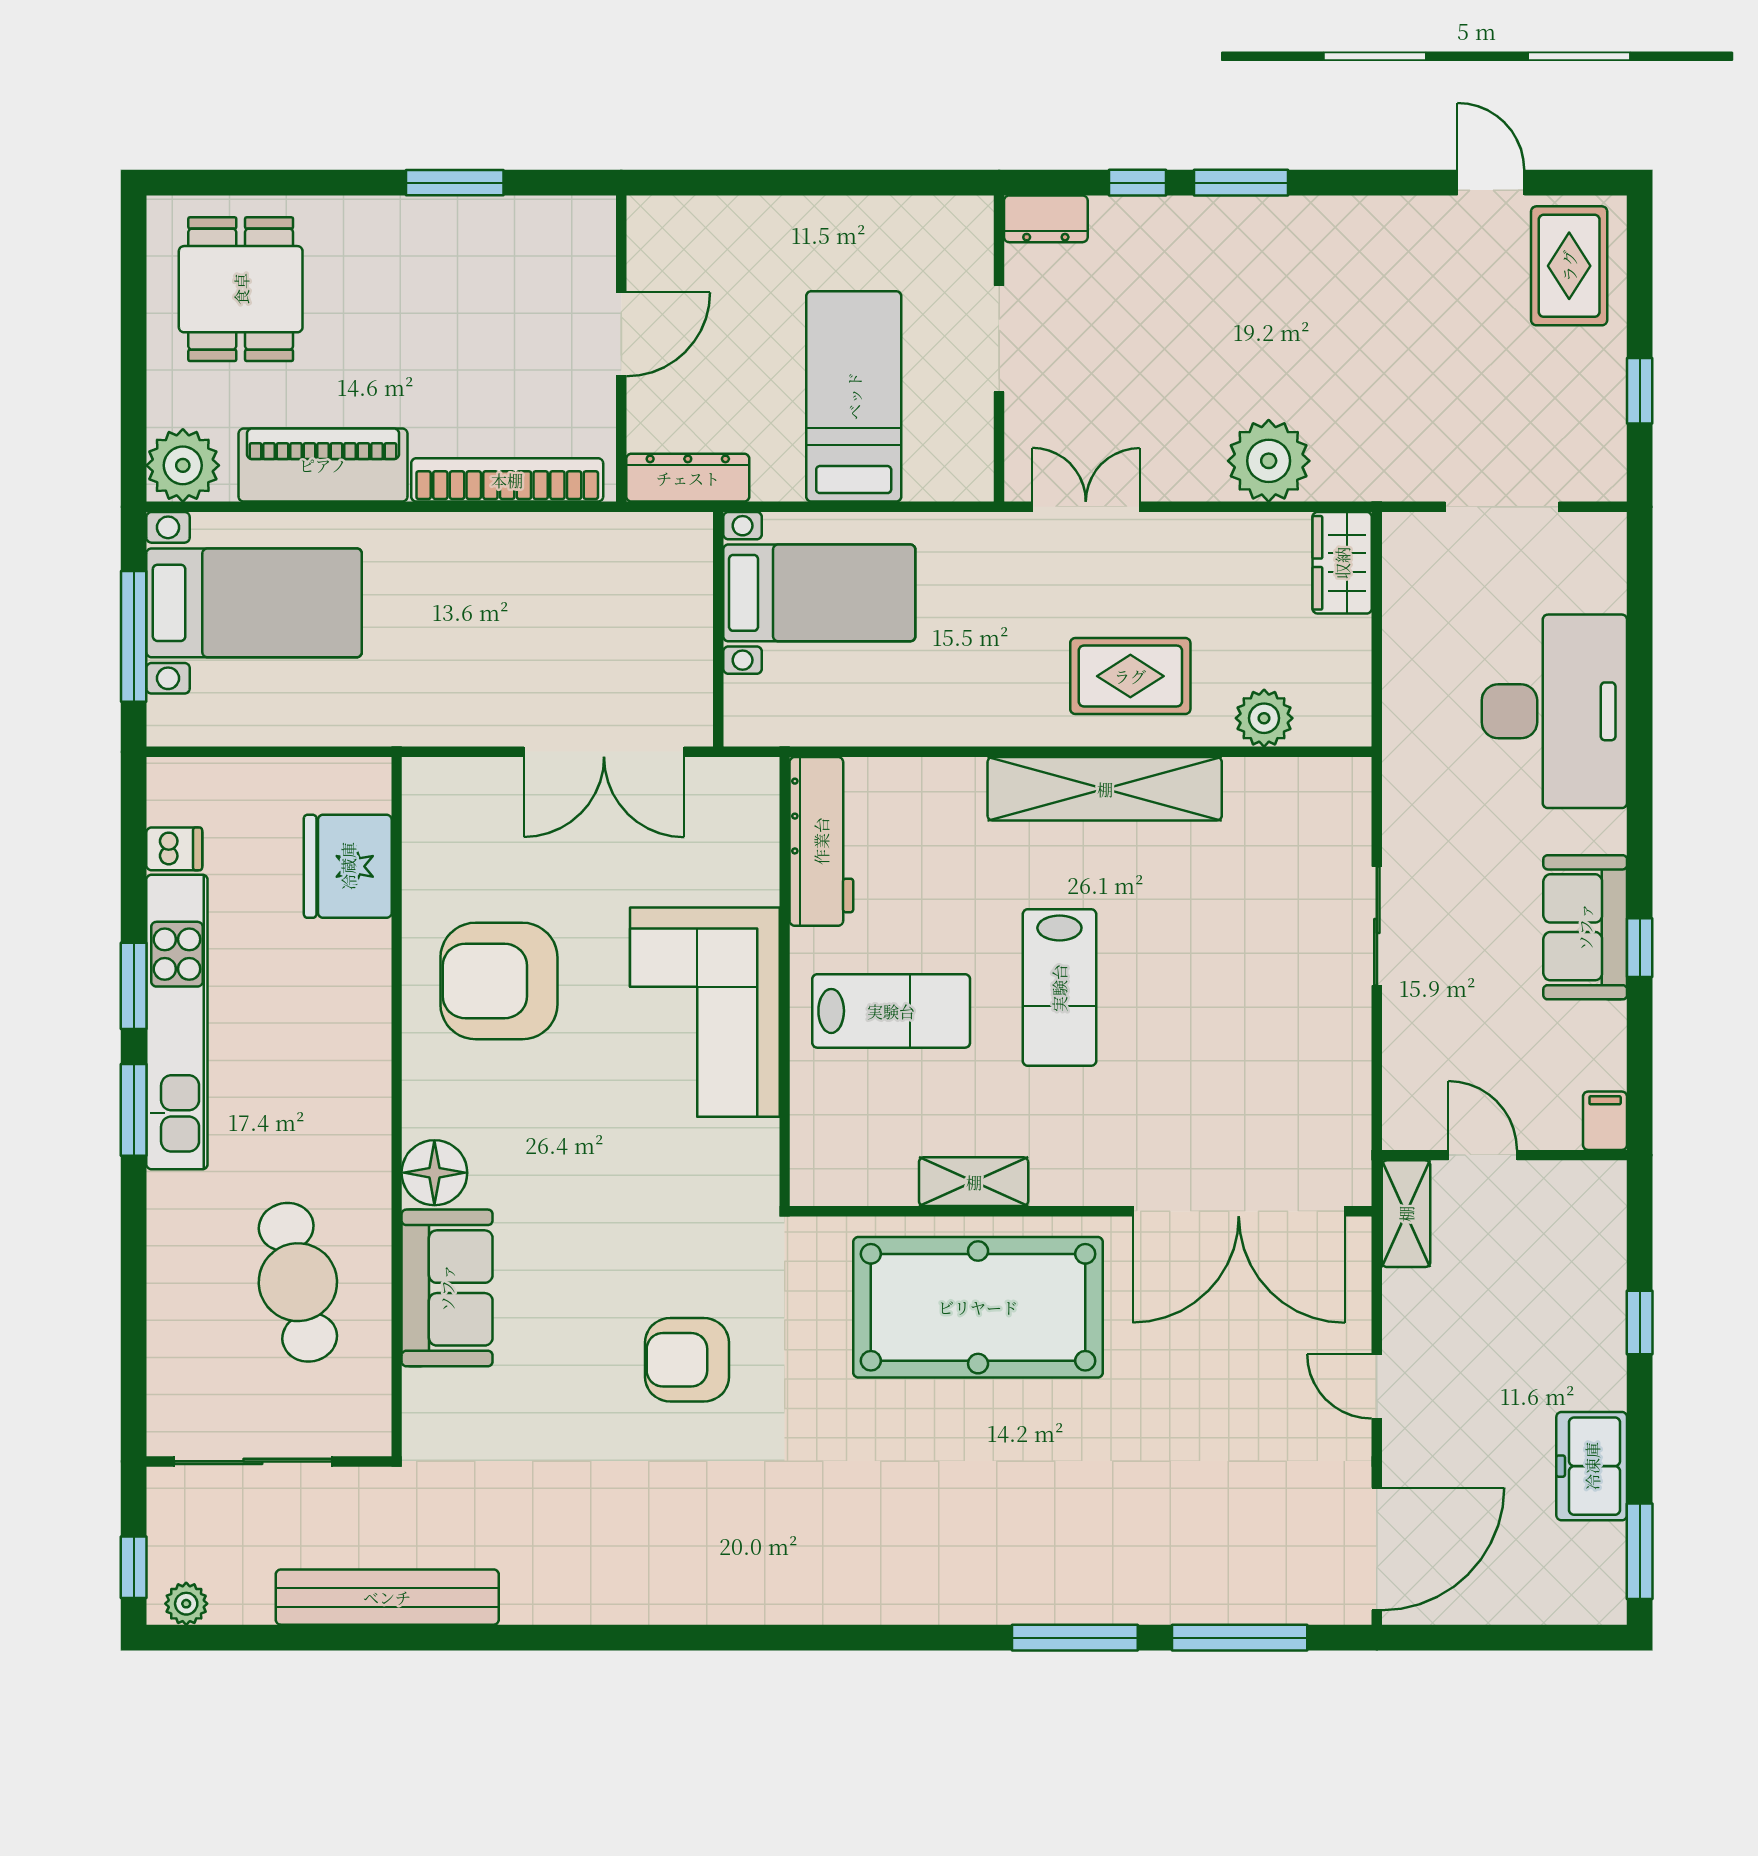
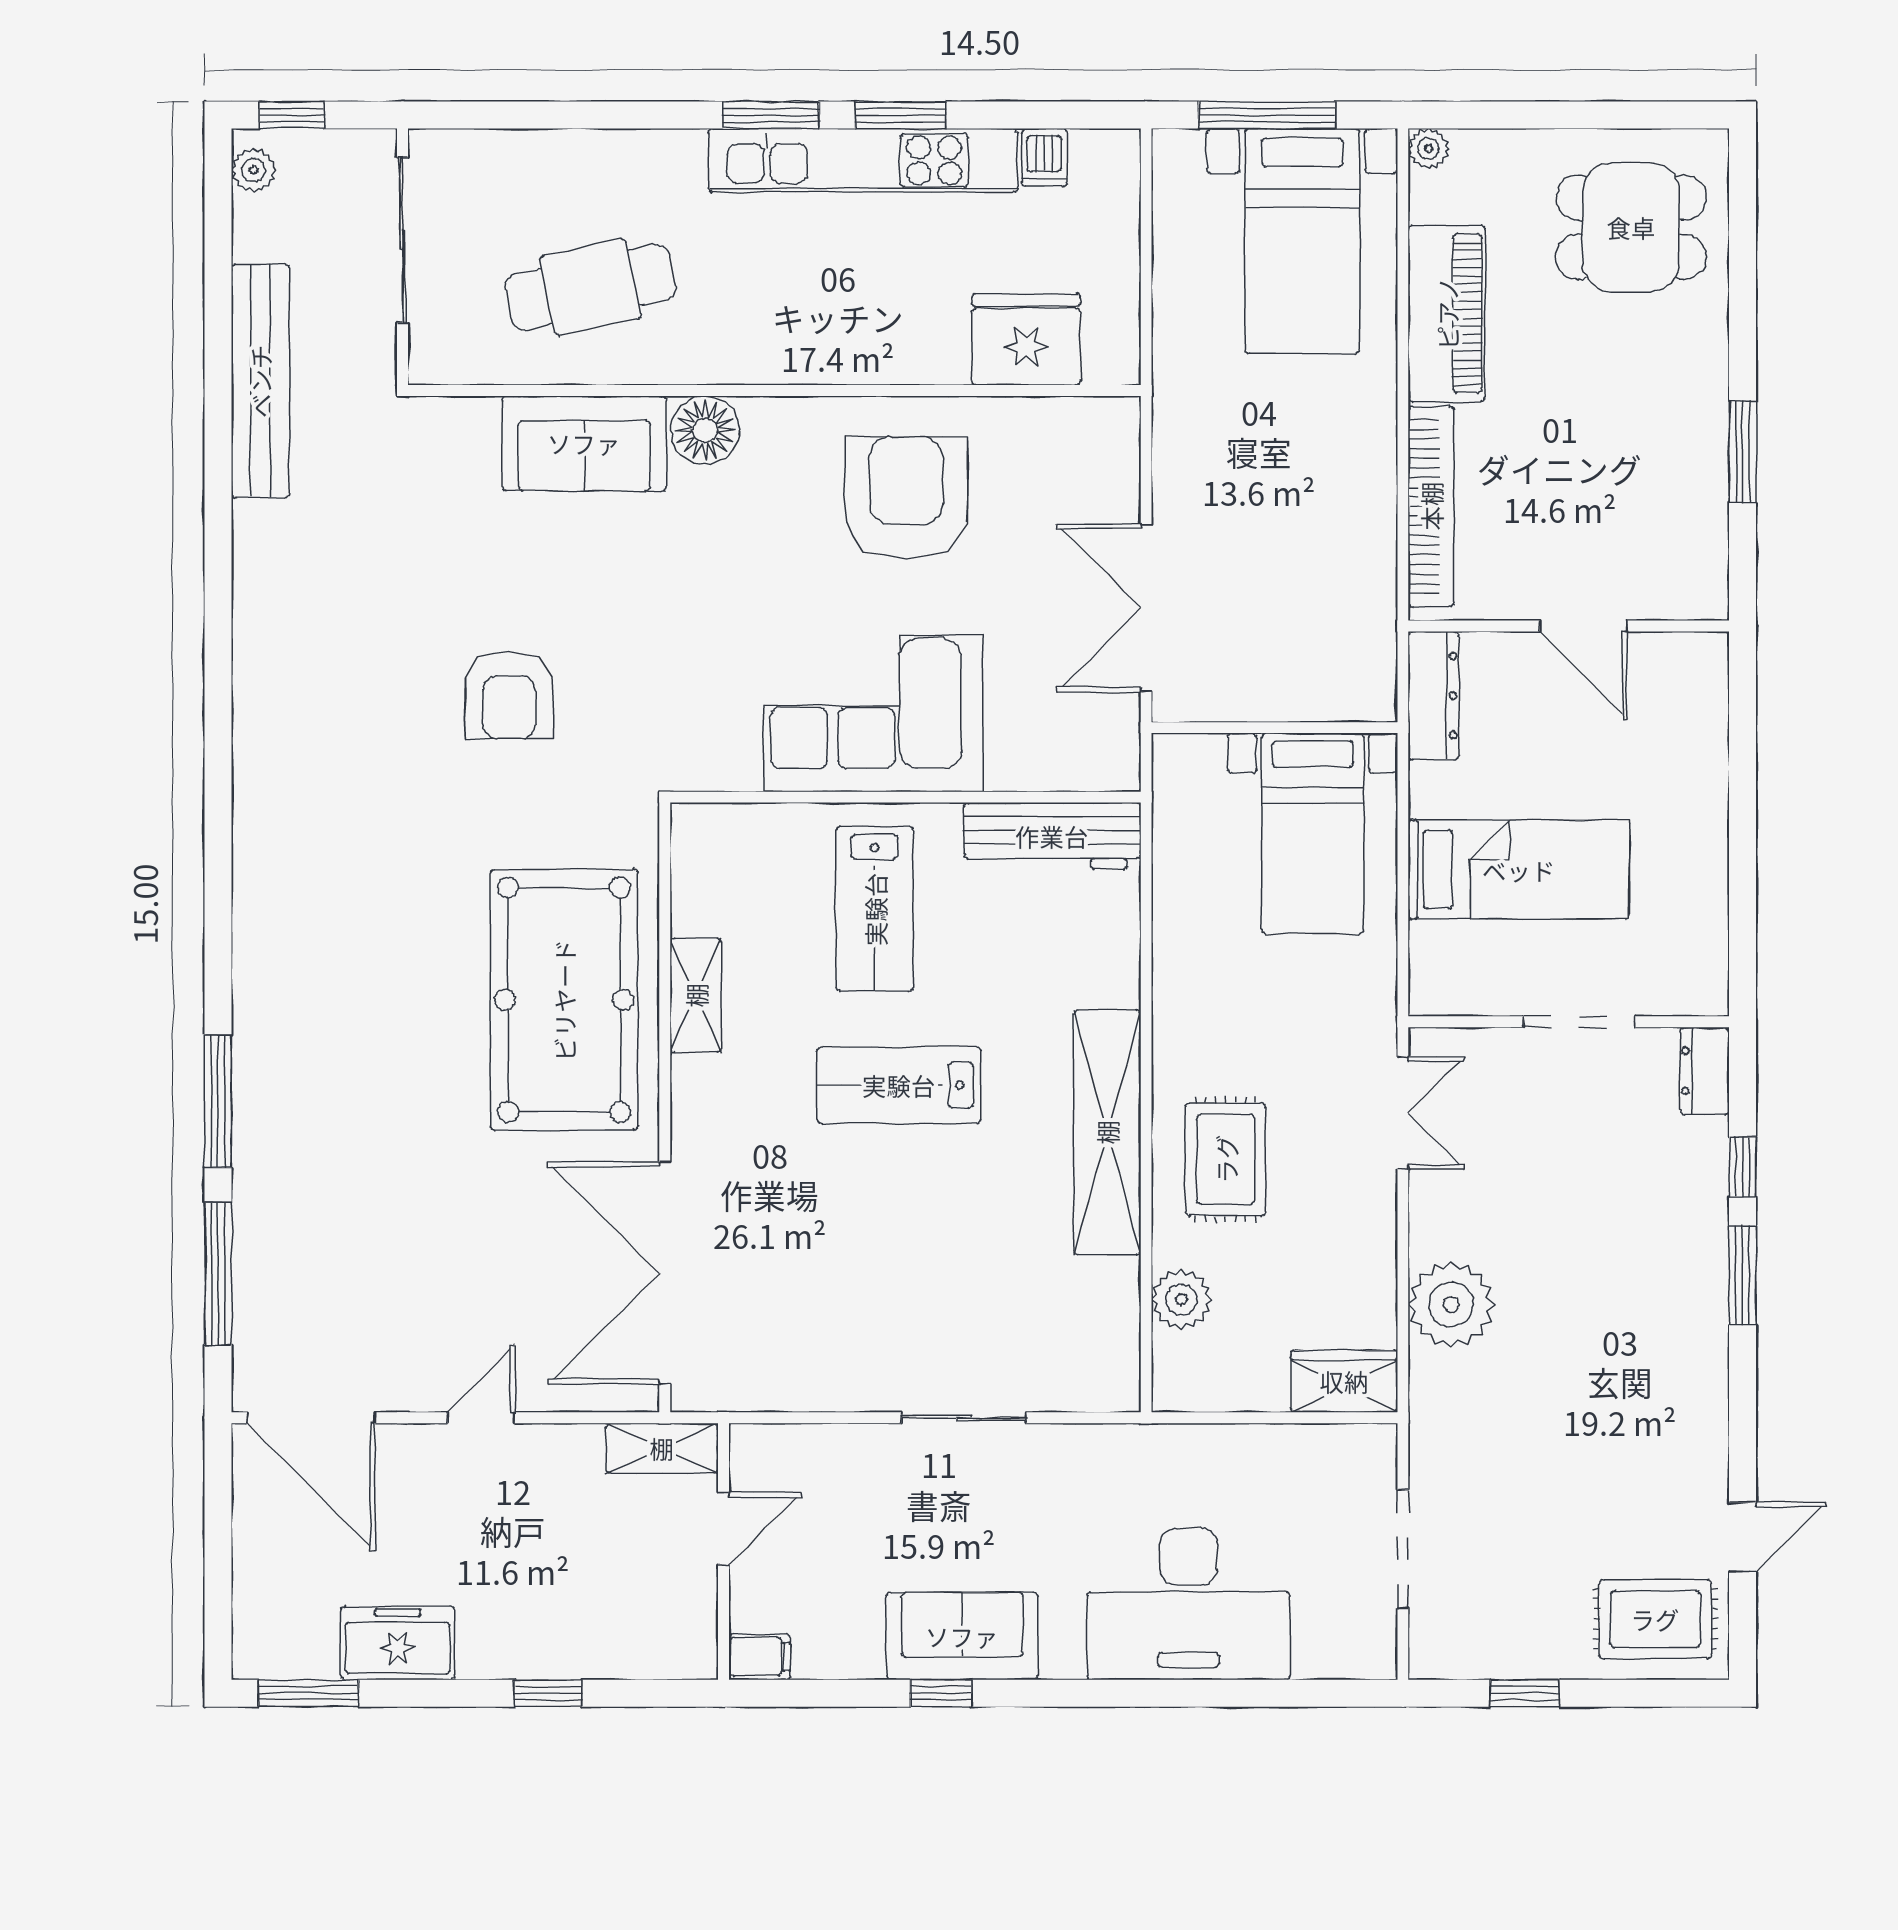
plant: (183, 465) -> (1429, 149), width x0.53, depth x0.53
armchair: (687, 1360) -> (509, 695), turned 180

